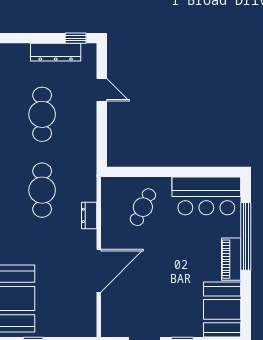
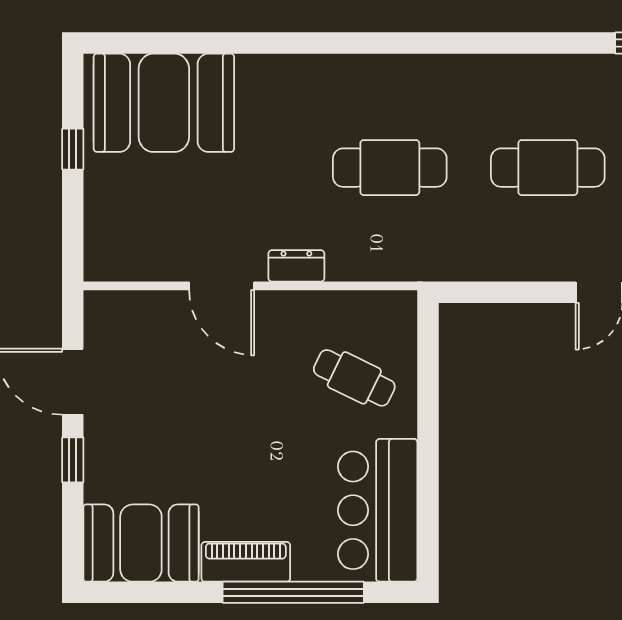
dresser: (89, 215) -> (296, 266), moved
door: (99, 271) -> (222, 286), width x0.73

